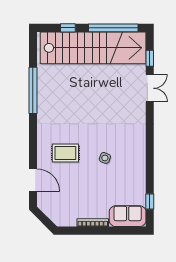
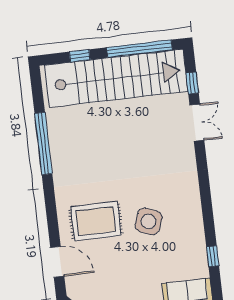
rug: (65, 153) -> (96, 221), width x1.36, depth x1.43
side table: (105, 158) -> (149, 221), width x1.87, depth x1.87
window: (150, 201) -> (213, 256), moved

